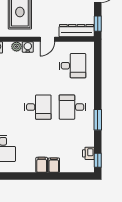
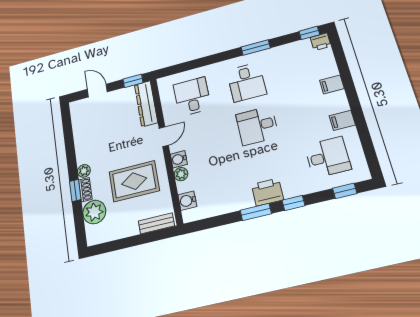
door: (47, 39) -> (164, 137), hinge flipped
desk: (38, 107) -> (257, 126), turned -90
printer: (88, 153) -> (321, 42), moved
filing cabinet: (42, 165) -> (342, 120), moved

